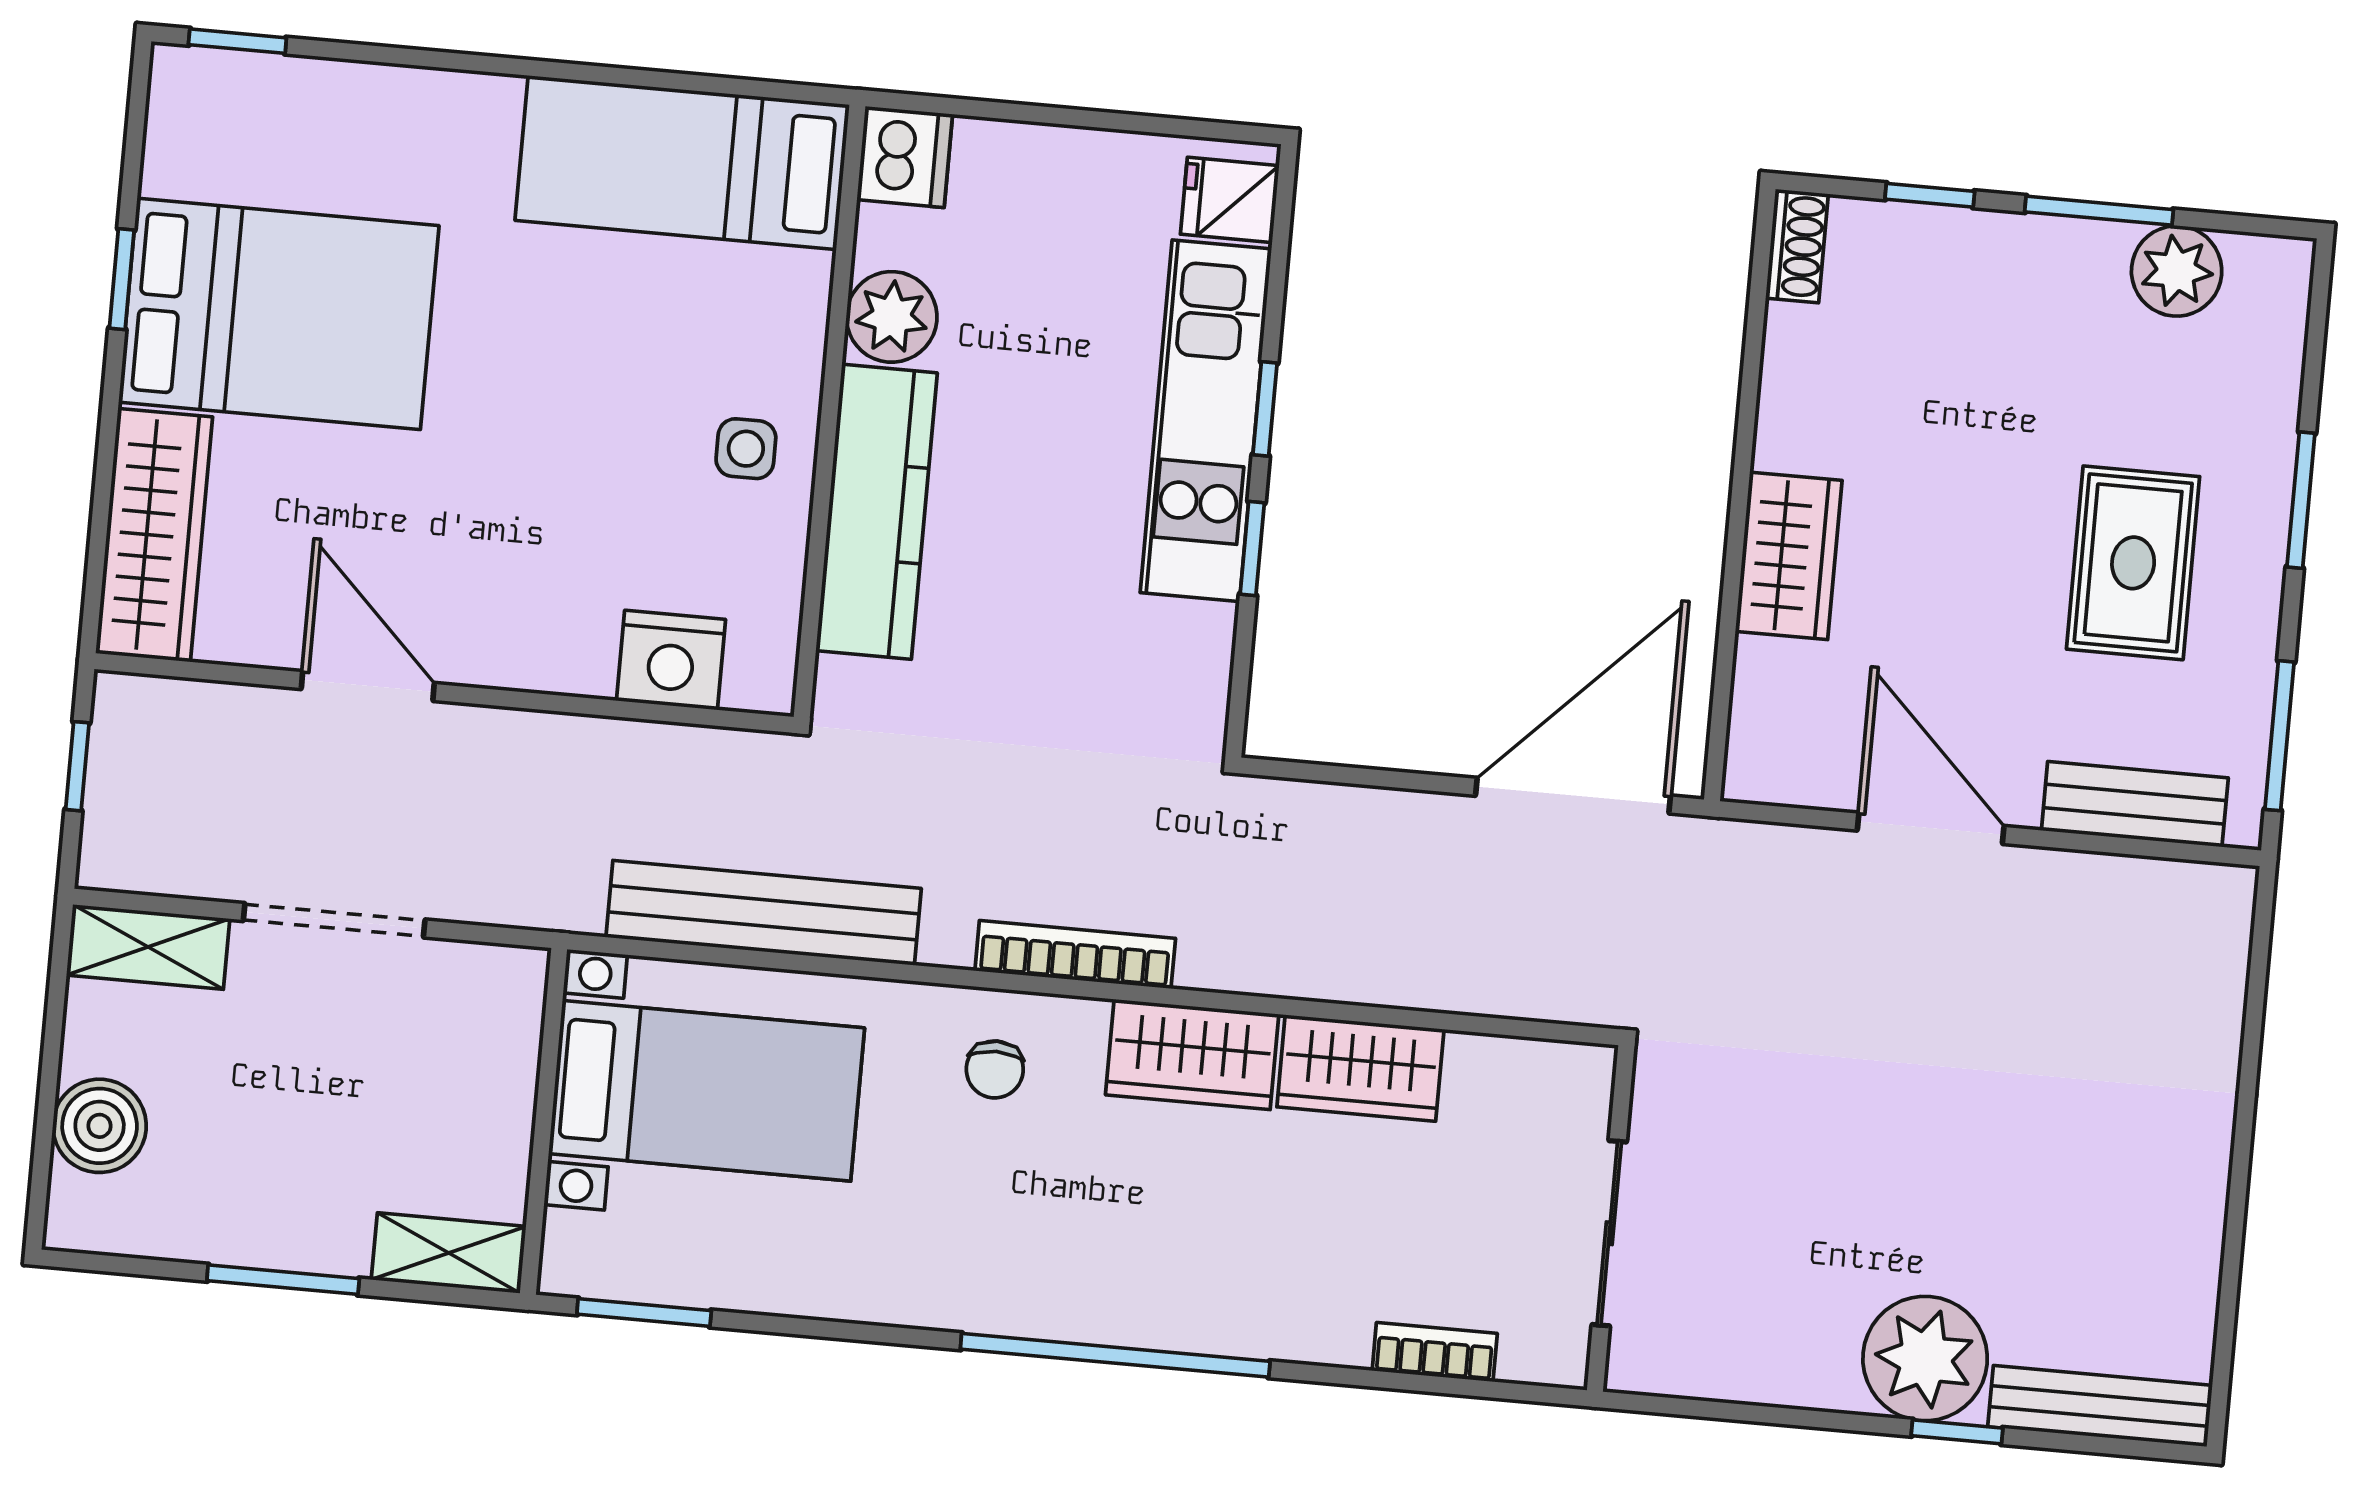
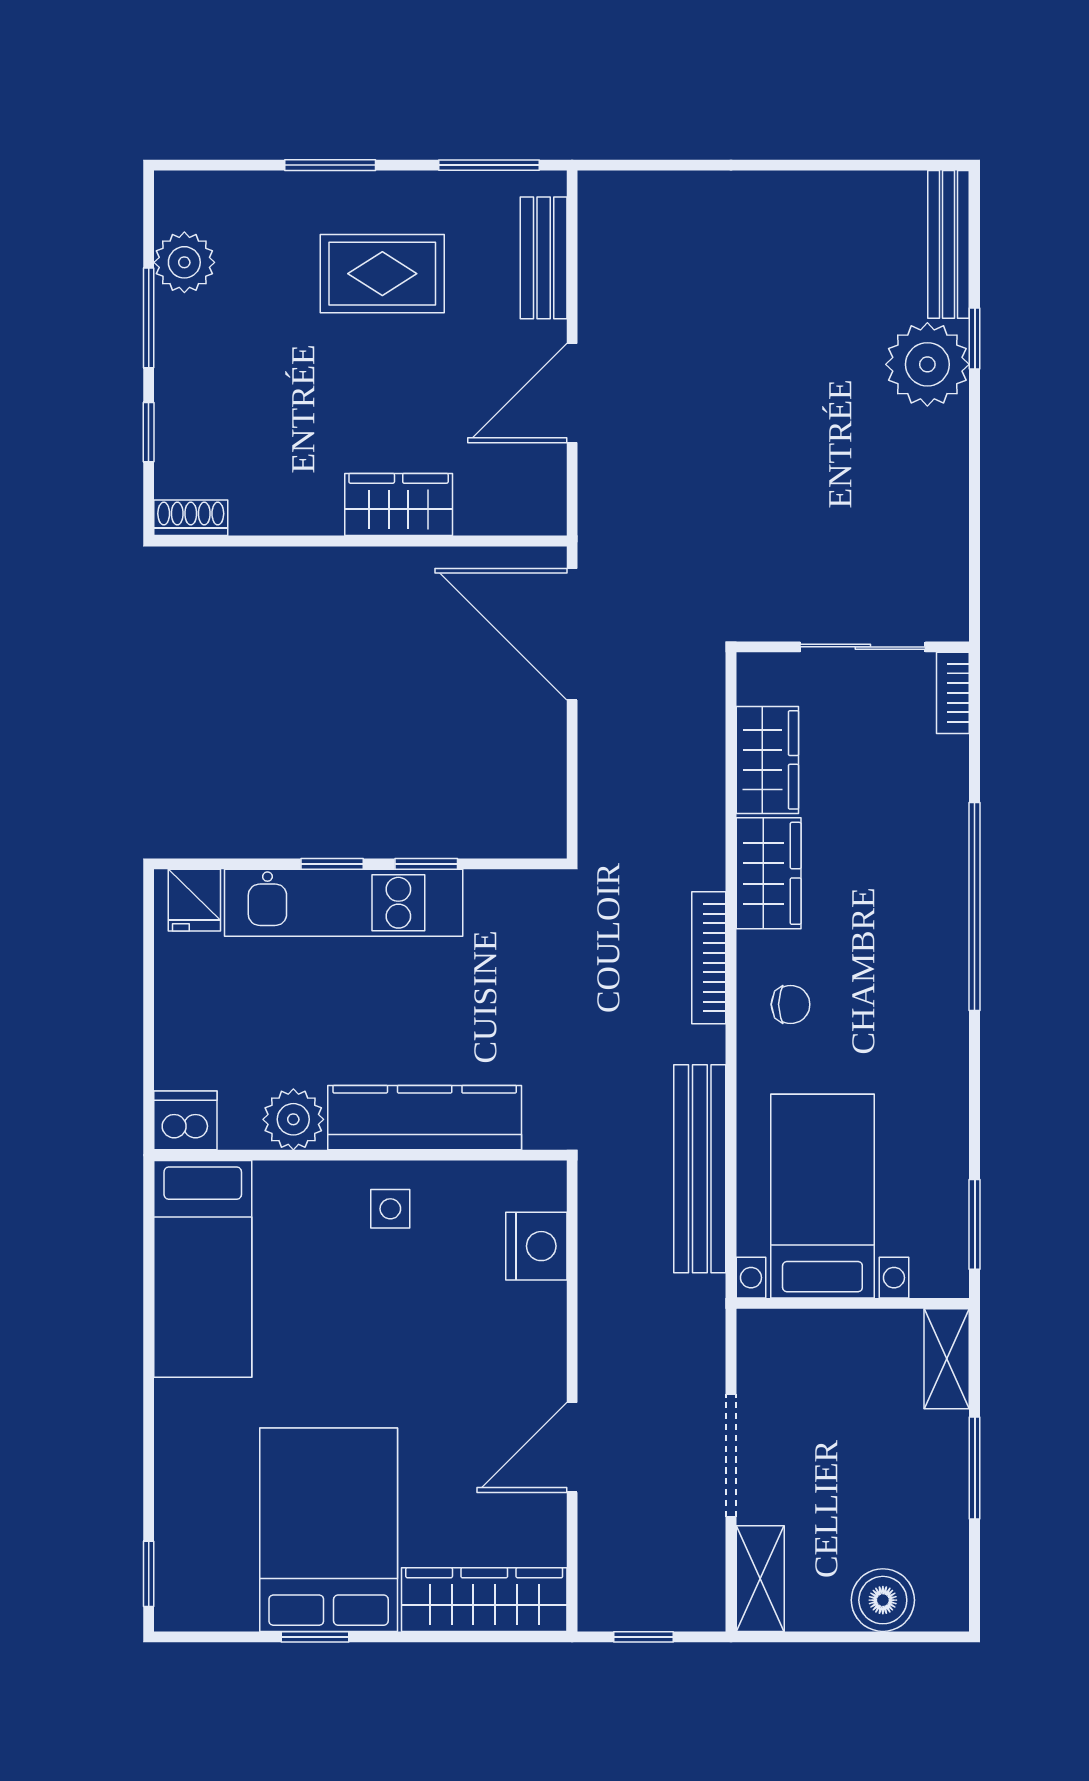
wall: (1611, 1218) -> (853, 647), moved
sliding door: (1609, 1233) -> (863, 647), moved

